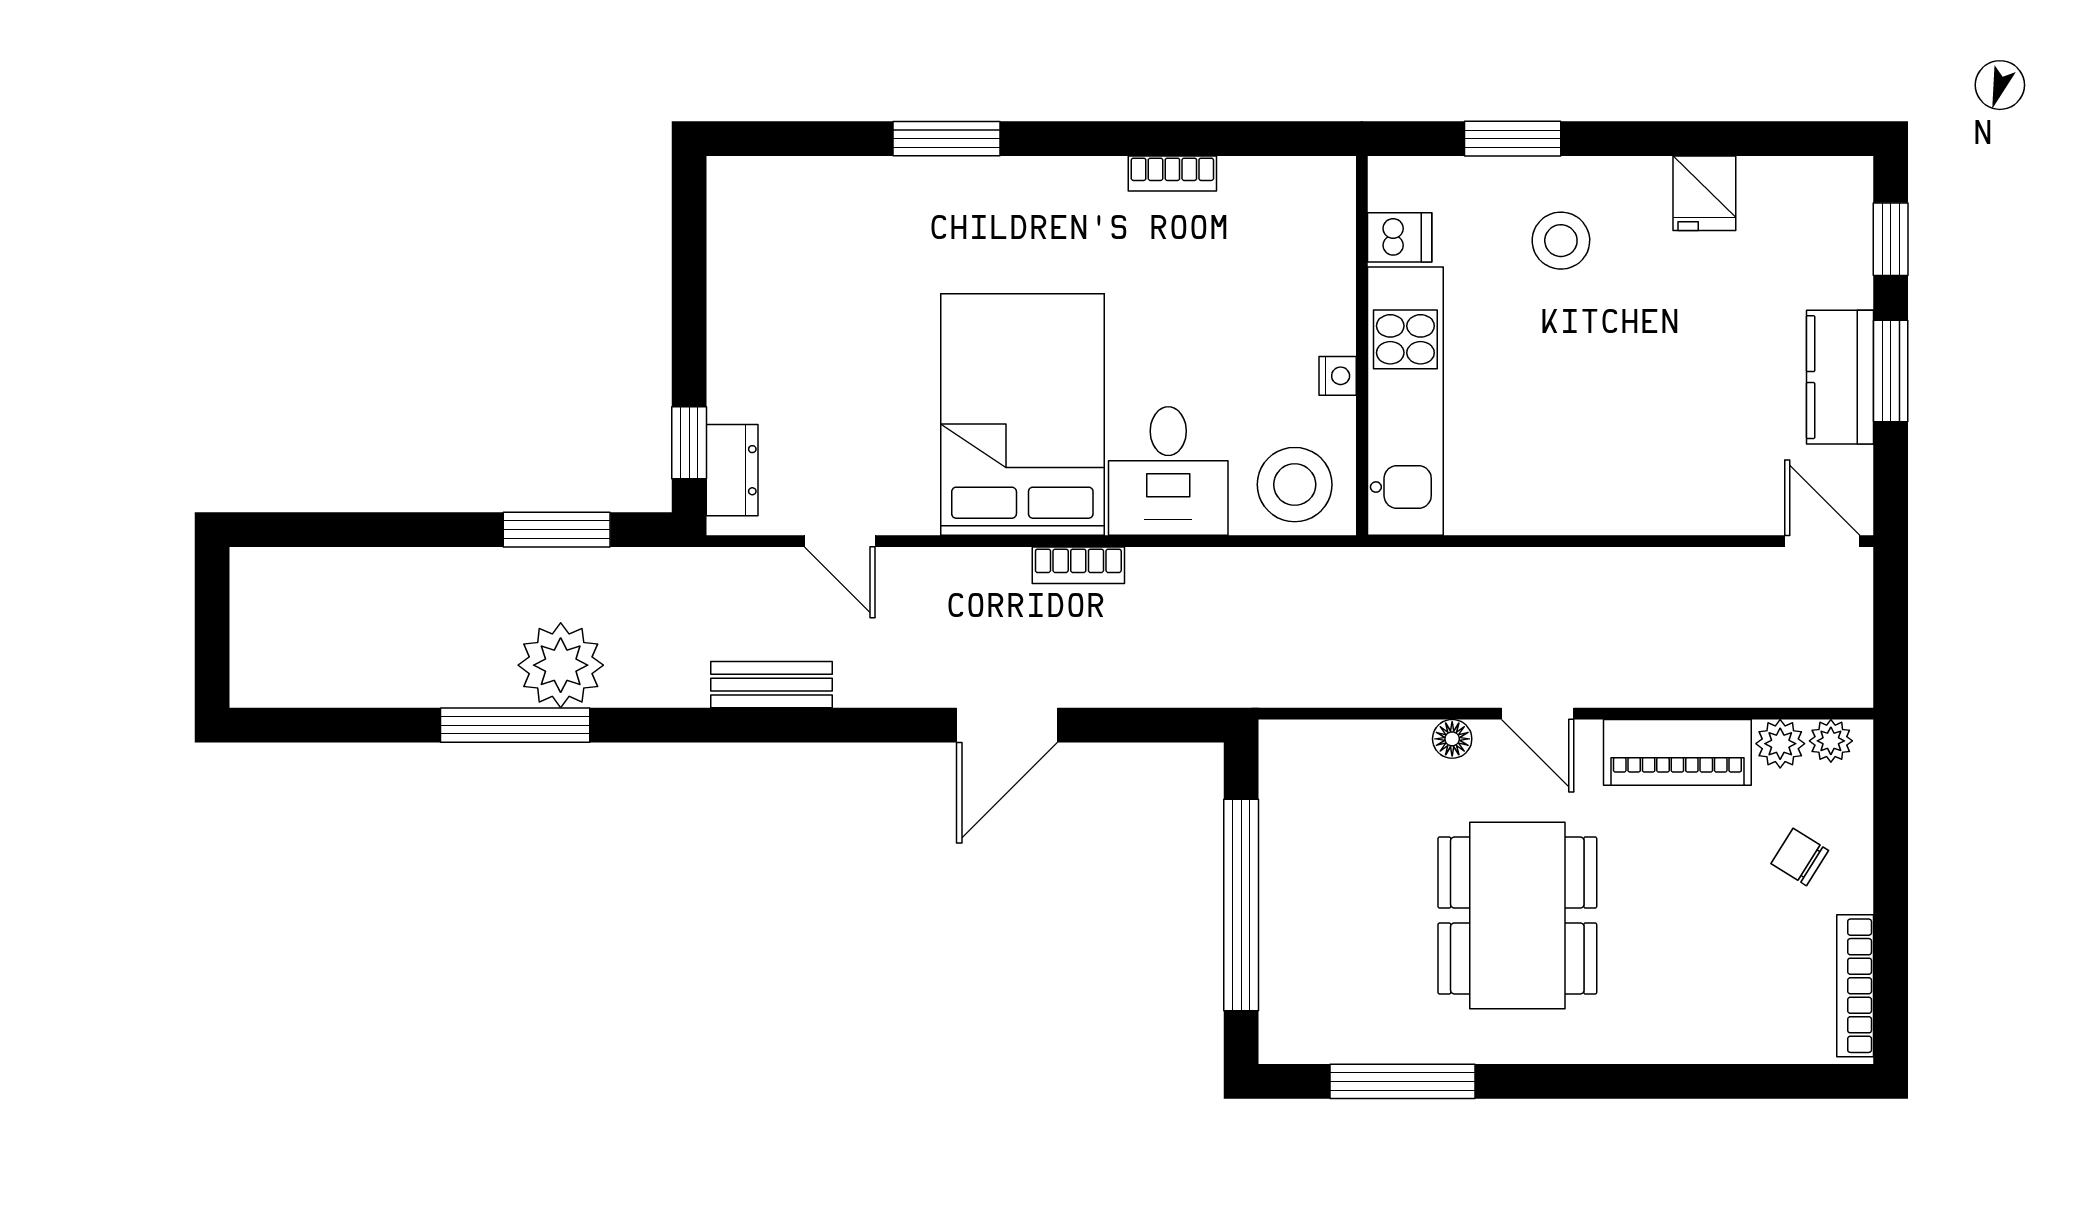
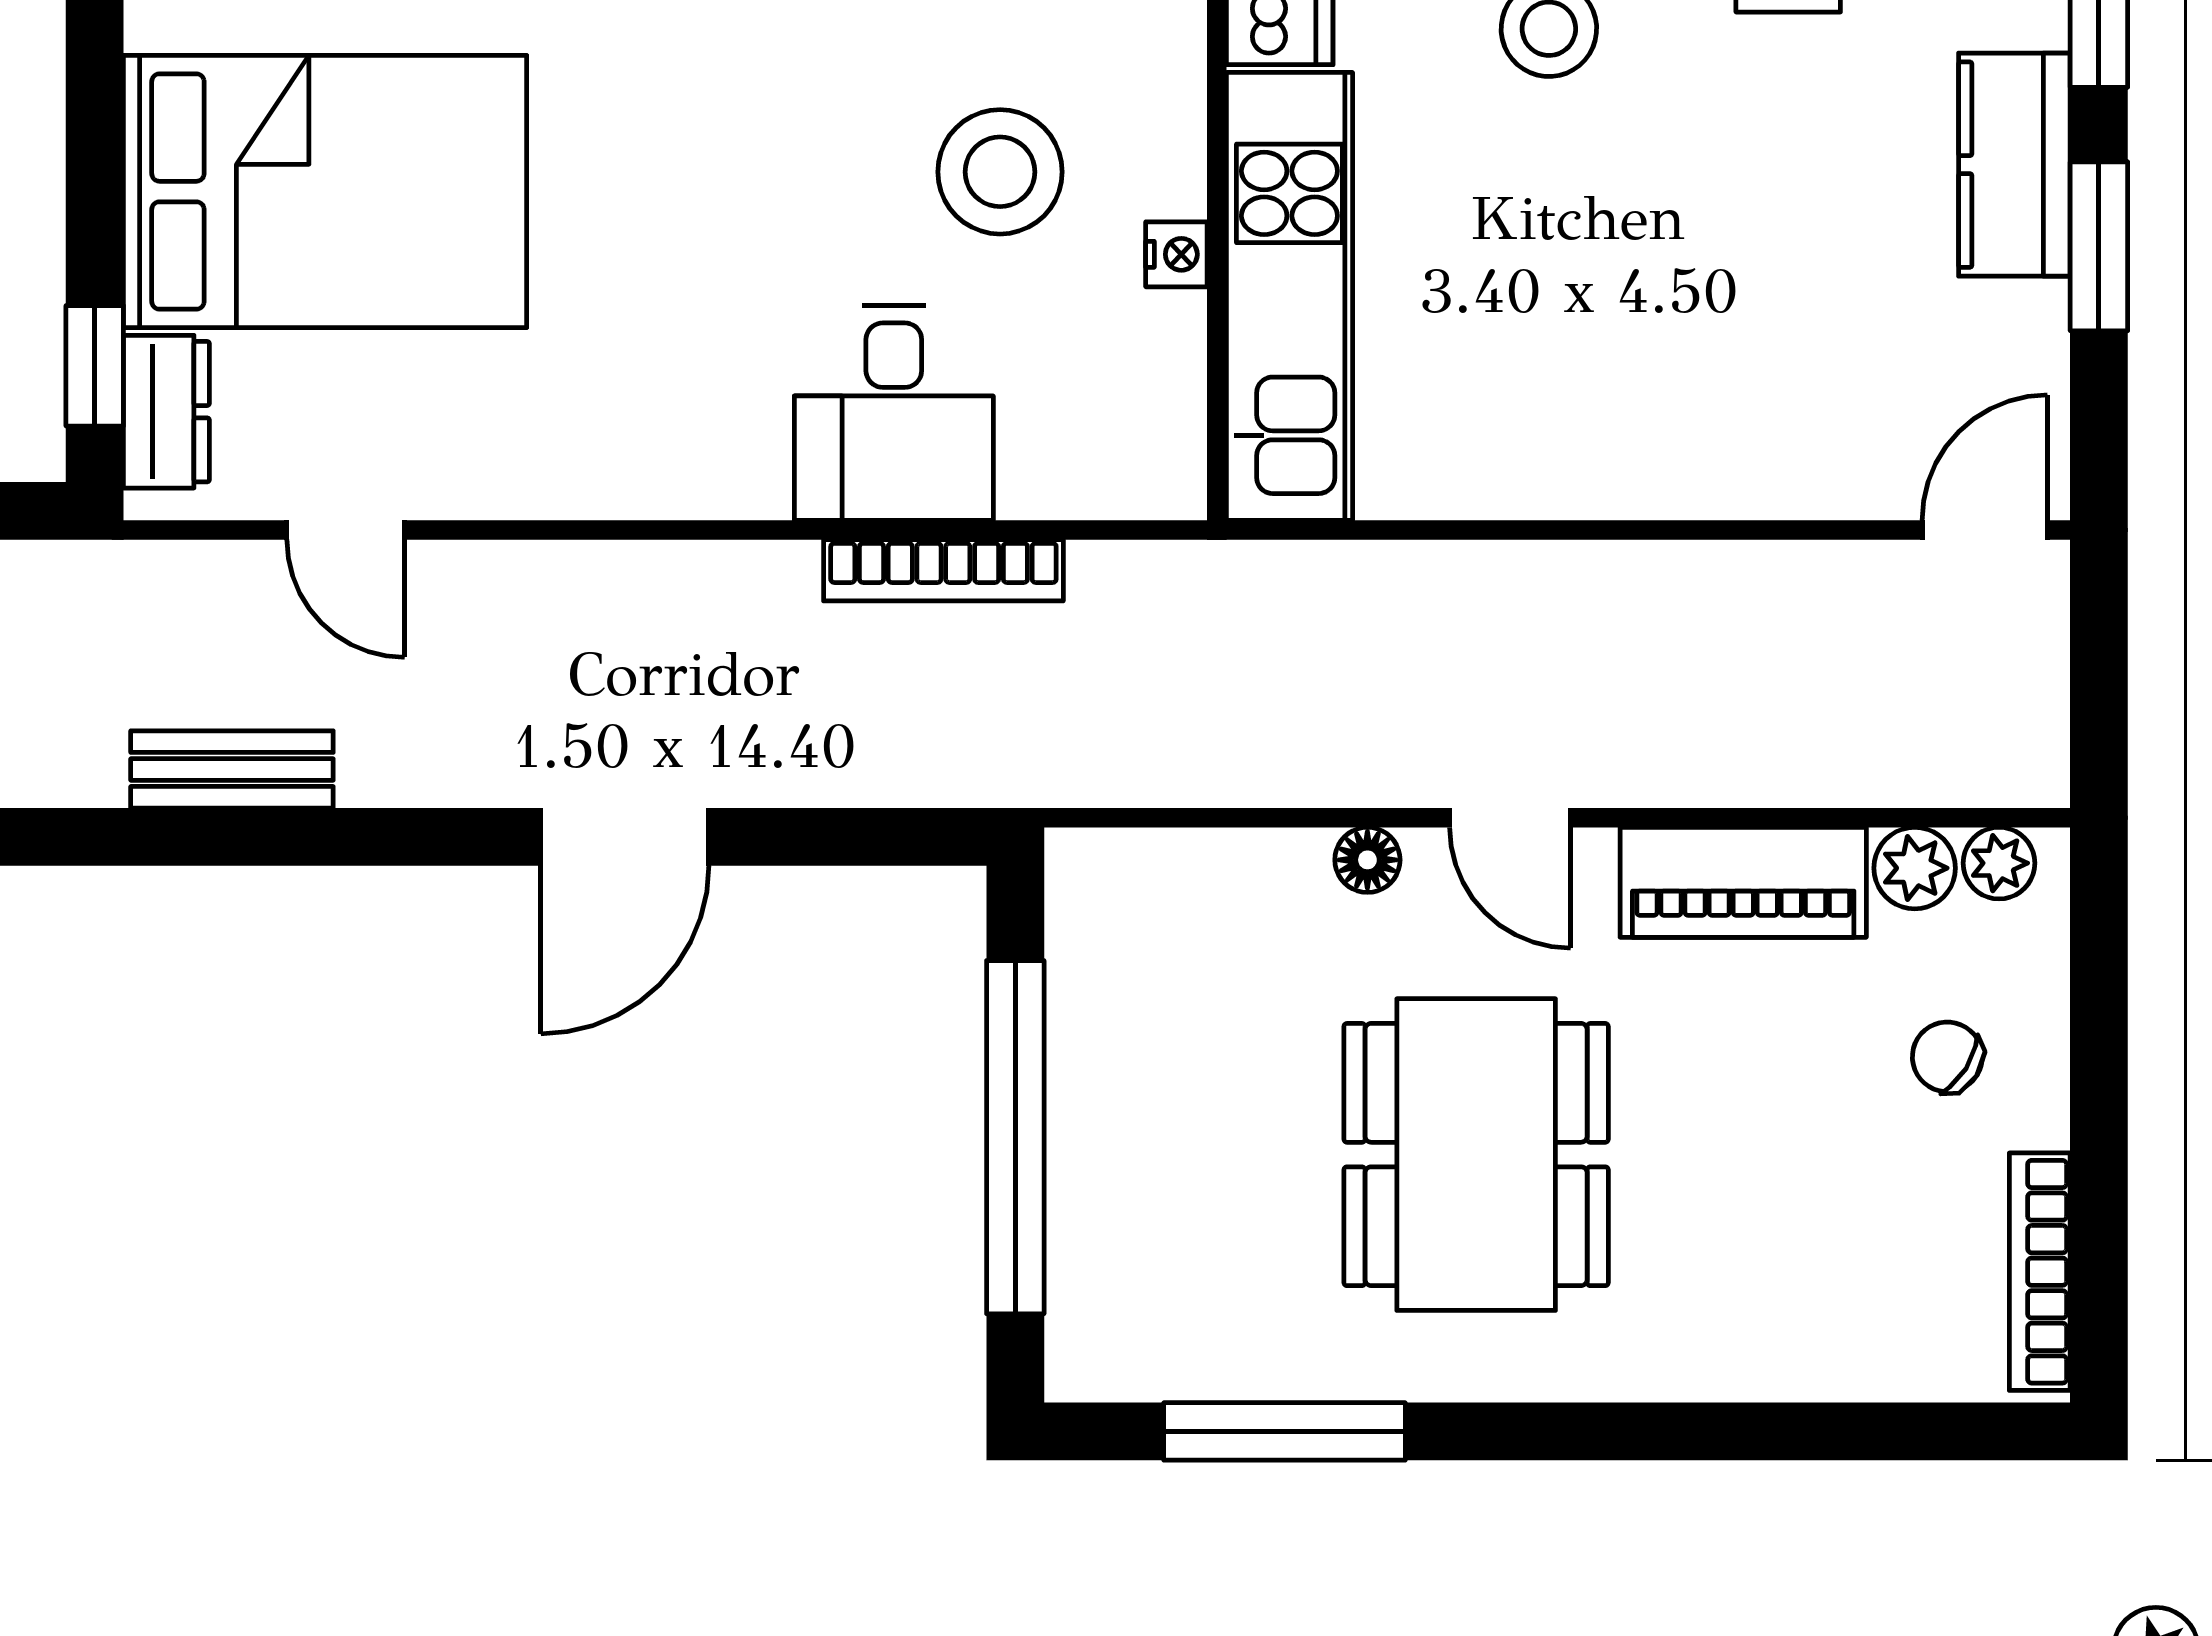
kitchen counter: (1840, 377) -> (2014, 165), moved
bed: (1022, 414) -> (325, 192), moved, turned 90
stool: (1295, 485) -> (1000, 172), moved
door: (1822, 541) -> (1985, 530), hinge flipped
bookcase: (1078, 565) -> (943, 570), moved, width x1.56

